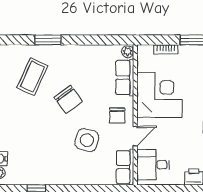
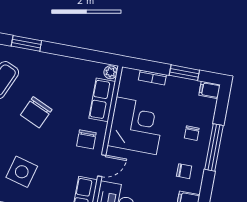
chair: (68, 99) -> (36, 112), turned 60
side table: (87, 140) -> (22, 172), moved

